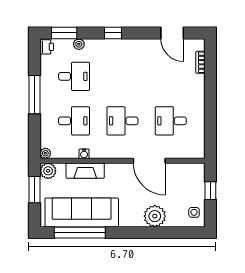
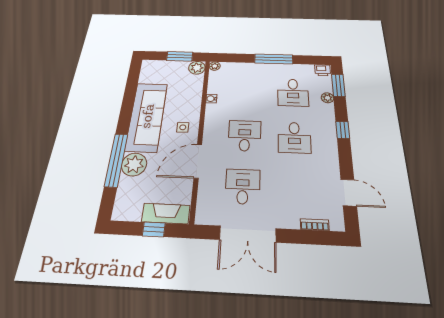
door: (172, 33) -> (349, 193), swing flipped
double door: (210, 115) -> (248, 234), added
desk: (74, 121) -> (294, 137), moved
fireplace: (85, 171) -> (166, 214), moved, turned 90
sofa: (82, 212) -> (147, 116), moved
side table: (194, 212) -> (183, 127), moved
window: (80, 233) -> (116, 160), moved

